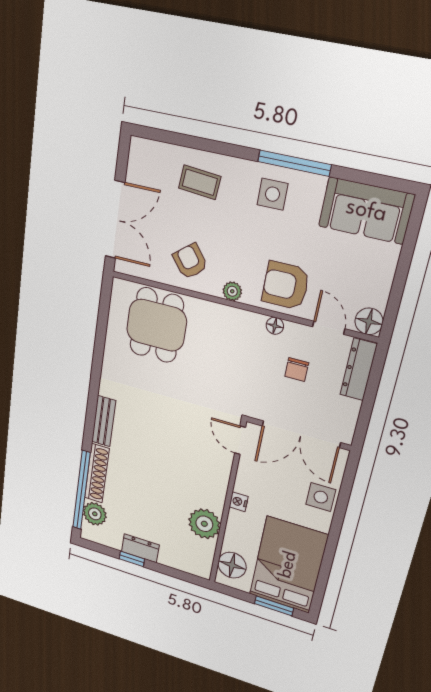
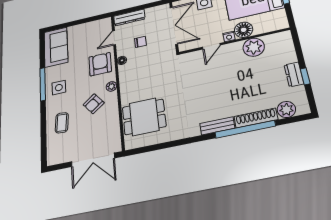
double door: (115, 220) -> (93, 160), swing flipped
armchair: (190, 261) -> (94, 104), moved
armchair: (286, 285) -> (100, 64), turned 180
floor lamp: (369, 321) -> (105, 24), removed
door: (240, 440) -> (211, 46), moved
window: (81, 490) -> (245, 129), moved
floor lamp: (232, 565) -> (244, 30), moved

